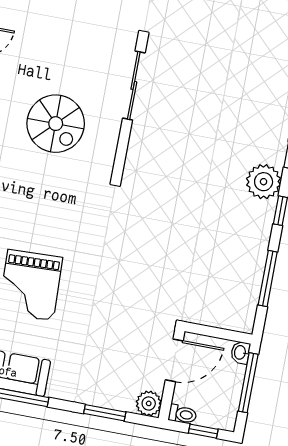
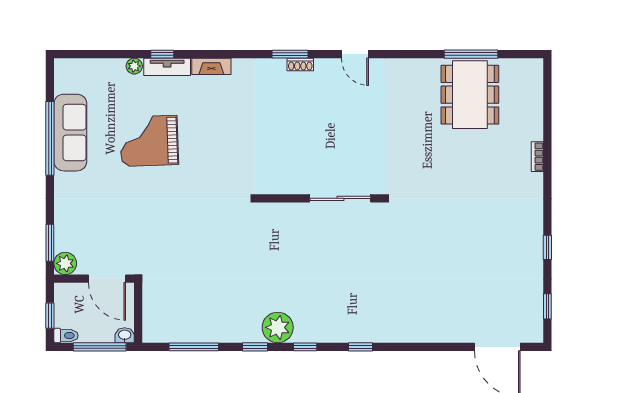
spiral stairs: (56, 124) -> (294, 136), removed
window: (105, 413) -> (50, 243), moved
toilet: (183, 414) -> (66, 336), moved, turned -90

